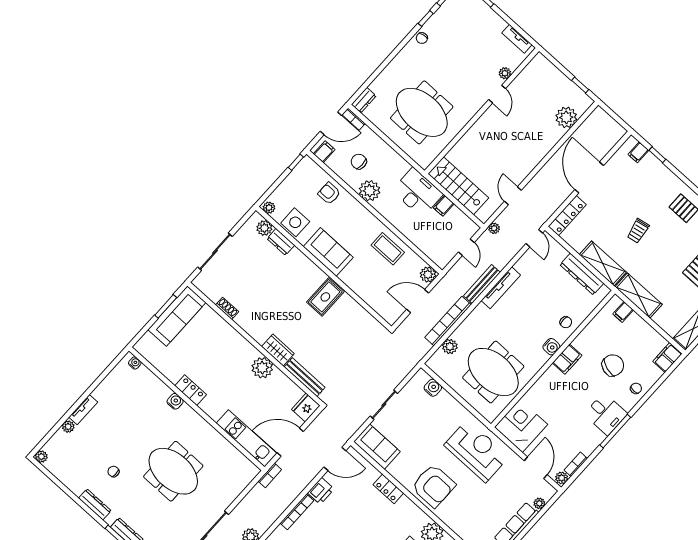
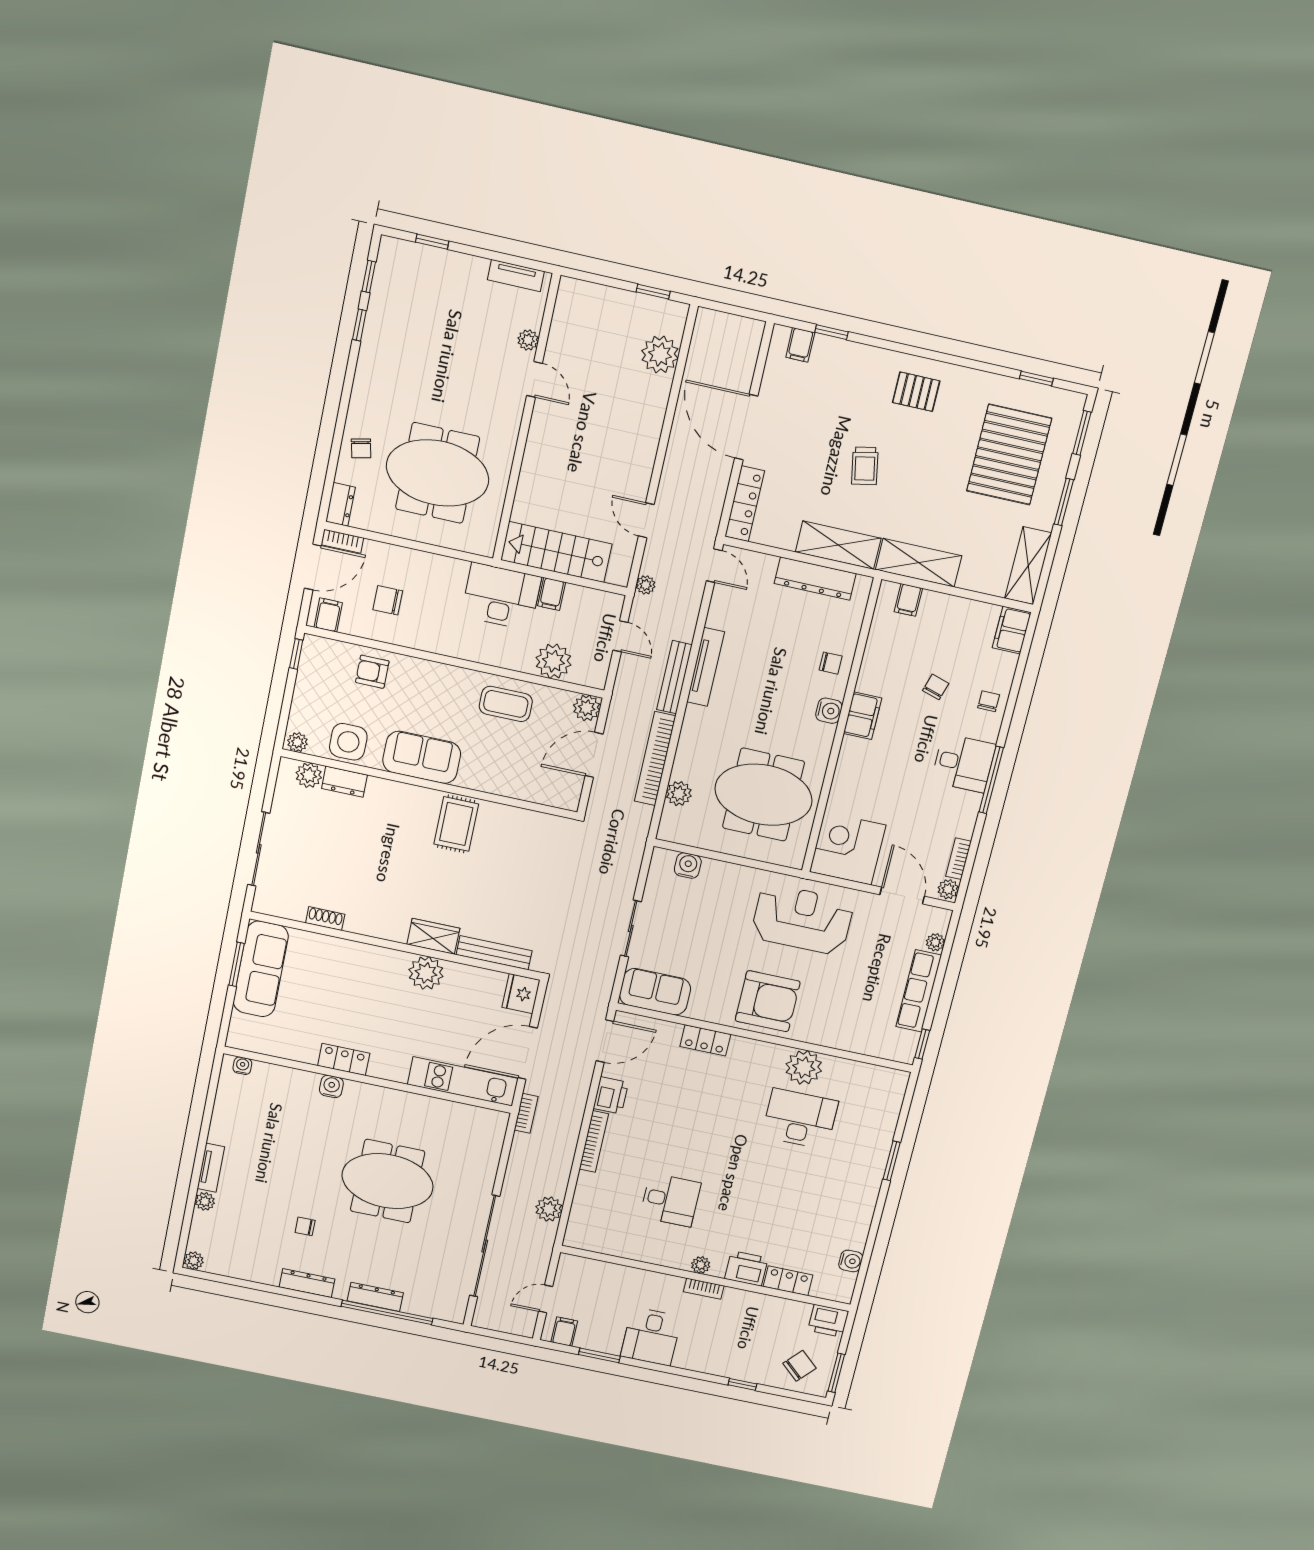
chair: (422, 38) -> (361, 448), moved
plant: (370, 191) -> (553, 661), moved
chair: (613, 365) -> (936, 687), width x0.54, depth x0.54

